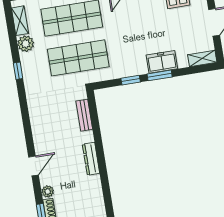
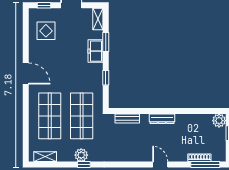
plant: (26, 44) -> (81, 155), moved
window: (160, 75) -> (106, 42), moved
plant: (48, 191) -> (182, 157), removed

